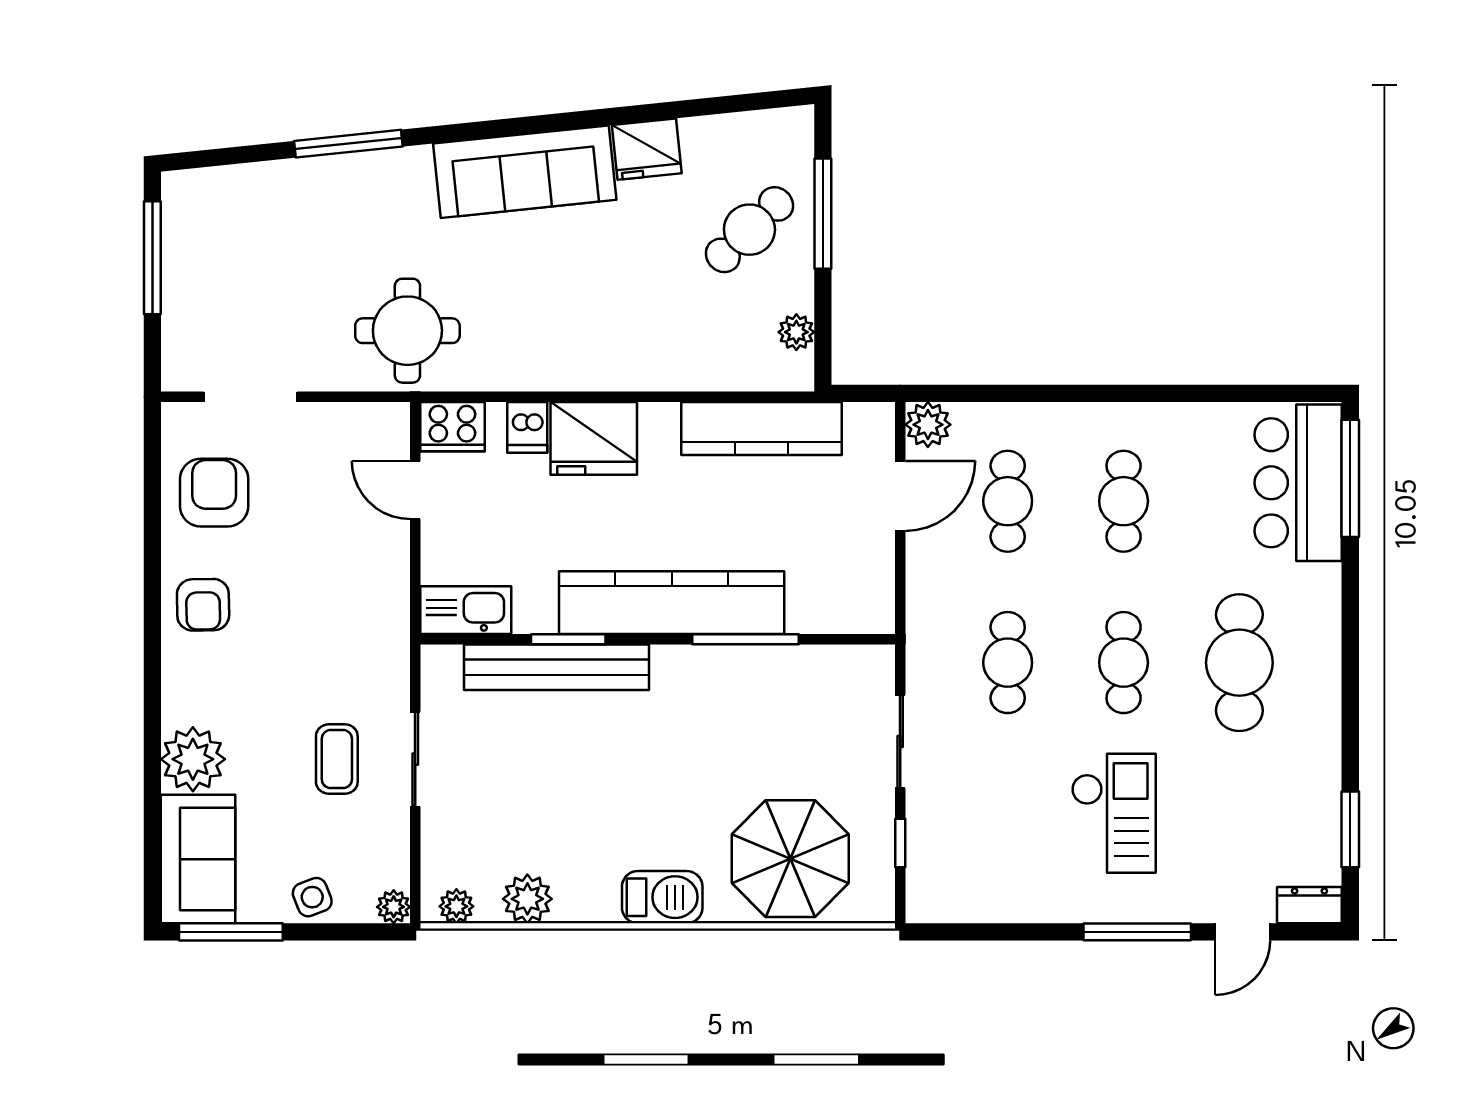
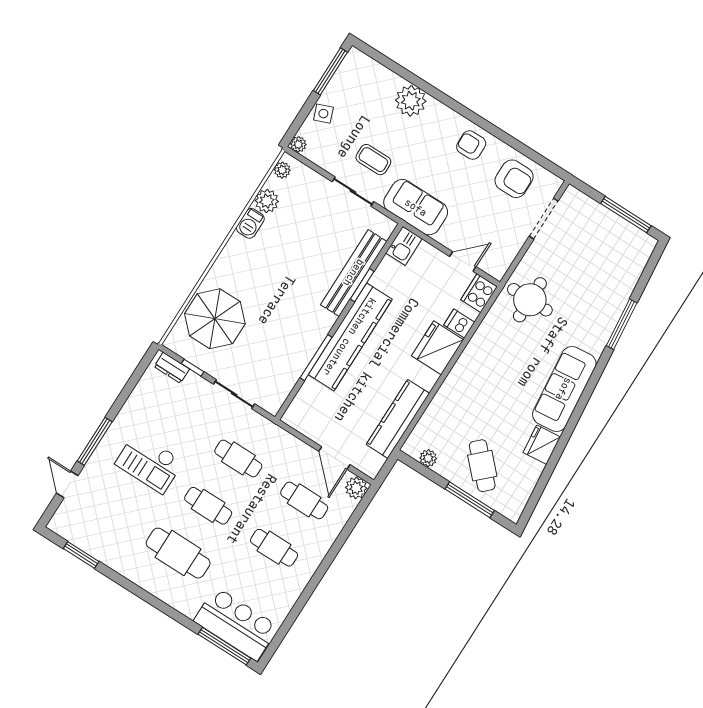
kitchen sink: (466, 610) -> (404, 246), width x0.73
sofa: (198, 859) -> (416, 207), moved, turned 180
barbecue: (662, 897) -> (250, 223), moved, width x0.73, depth x0.79
dresser: (1309, 905) -> (172, 368), moved, turned 90

